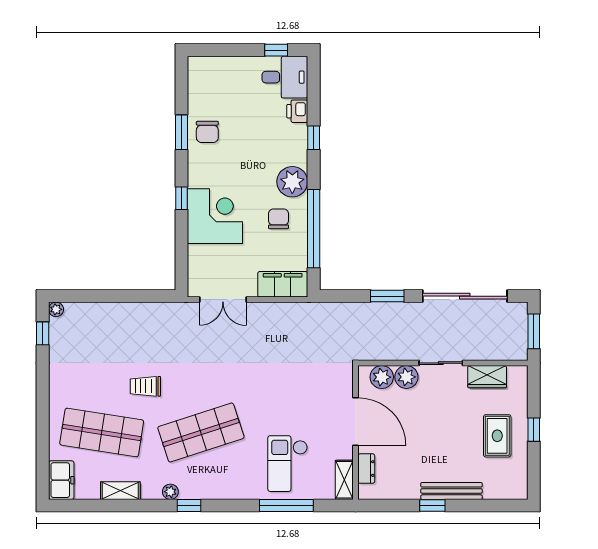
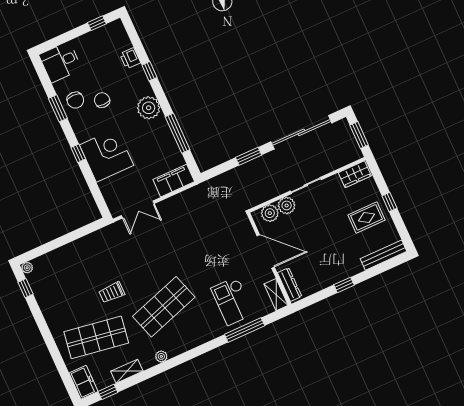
desk: (285, 77) -> (60, 62), moved, turned 180
chair: (279, 219) -> (102, 100), moved
window: (314, 229) -> (178, 133), width x0.68
wardrobe: (487, 377) -> (355, 174), moved
rug: (497, 436) -> (367, 217), turned 90
dresser: (366, 469) -> (290, 285), width x1.44
bench: (451, 491) -> (384, 255), moved
window: (189, 505) -> (108, 392), moved

